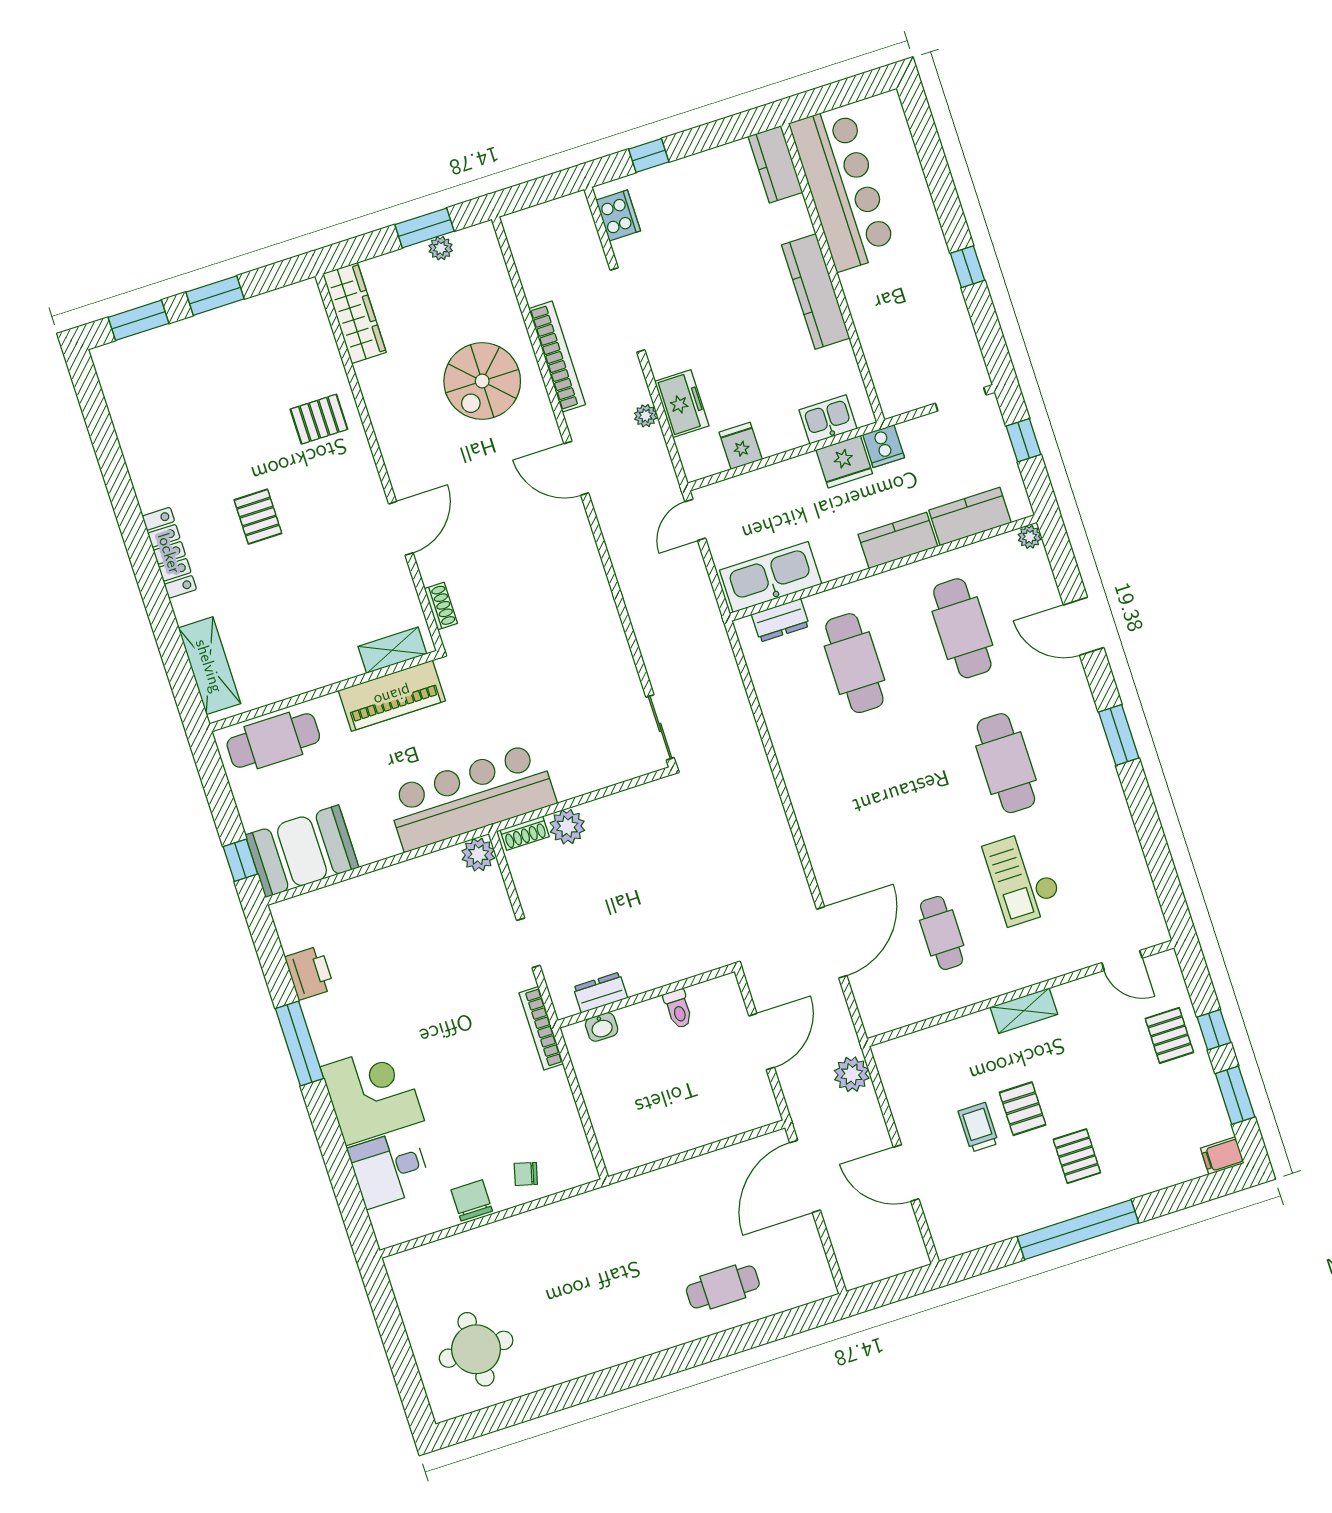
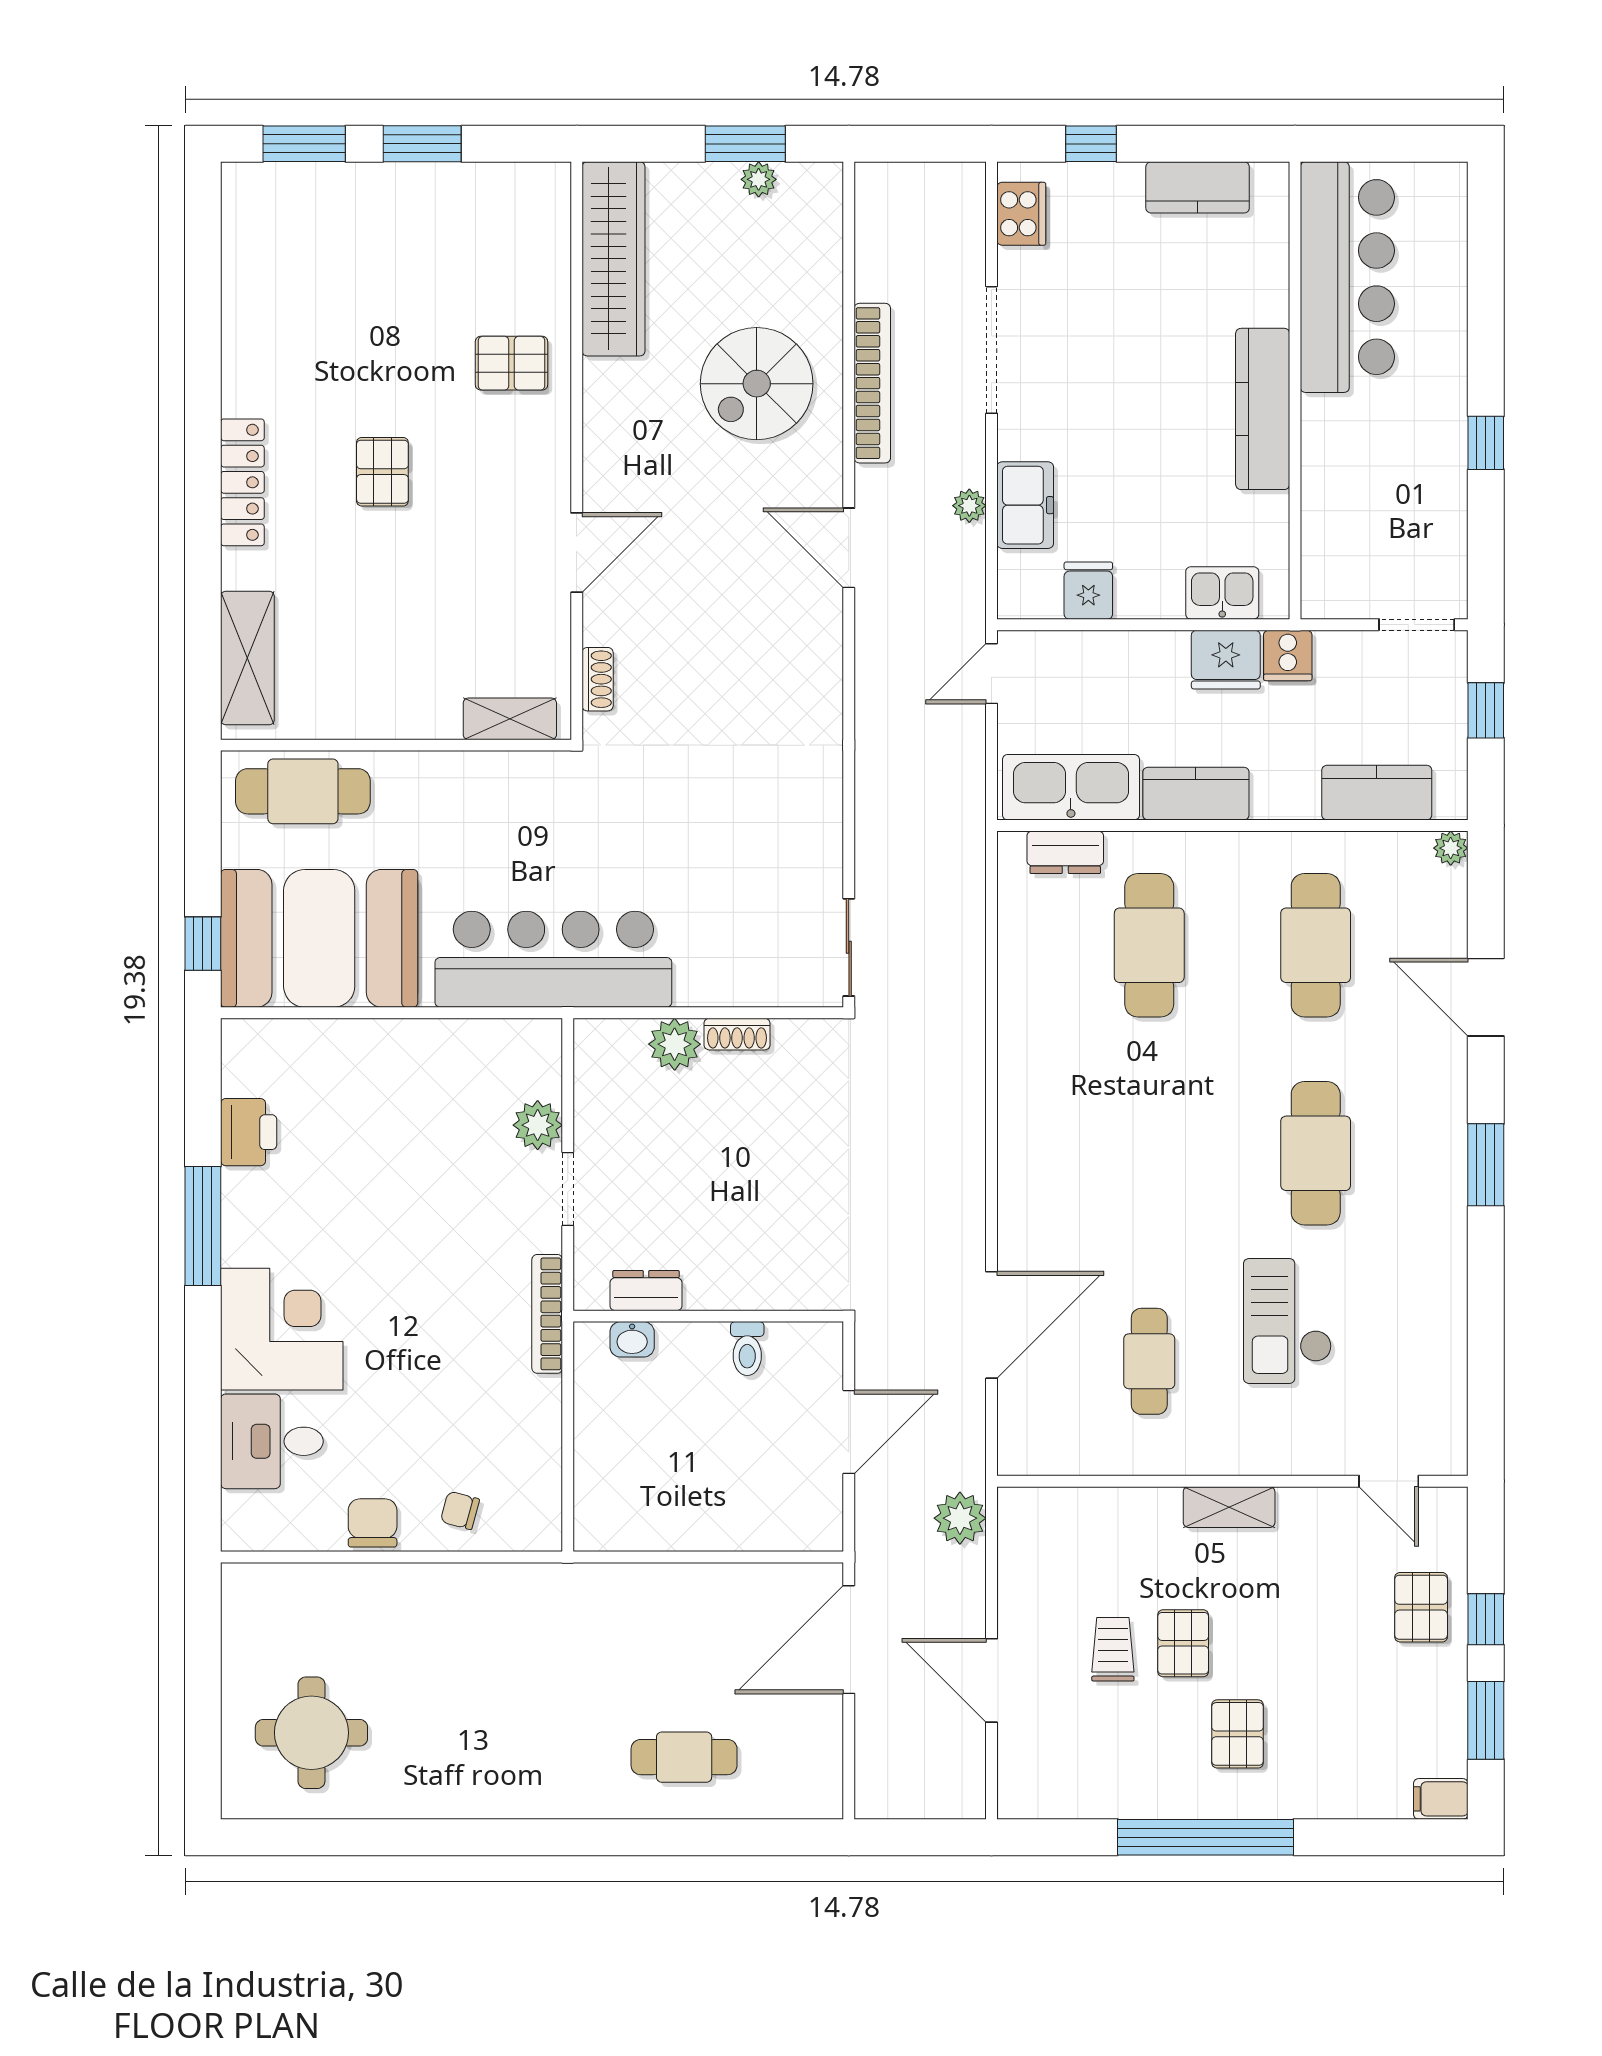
kitchen counter: (775, 164) -> (1198, 187), moved, turned -90
wardrobe: (354, 313) -> (614, 259), width x1.40, depth x1.17
kitchen counter: (898, 540) -> (1196, 794), moved
piano: (392, 696) -> (489, 782), removed
shoe rack: (525, 833) -> (737, 1034), moved
booth: (302, 851) -> (319, 938), width x1.36, depth x1.42
plant: (478, 855) -> (538, 1125), moved

